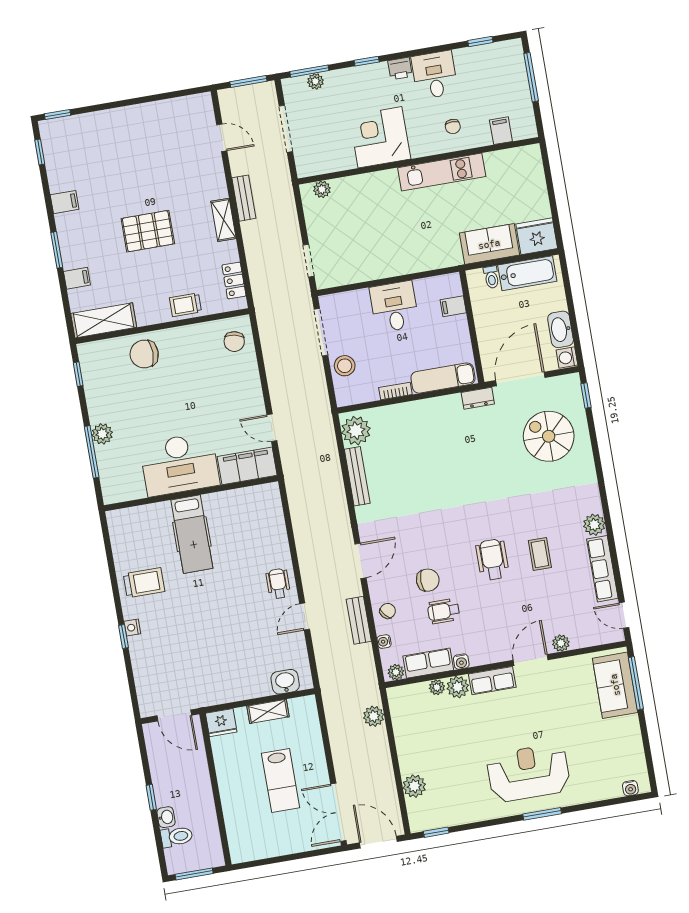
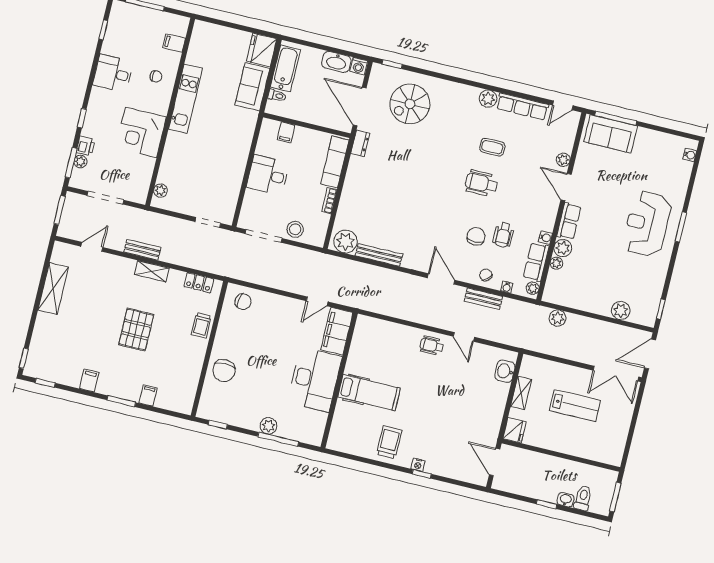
printer: (400, 68) -> (86, 146), moved
shelving: (104, 320) -> (53, 289), moved
door: (174, 715) -> (495, 462), swing flipped

